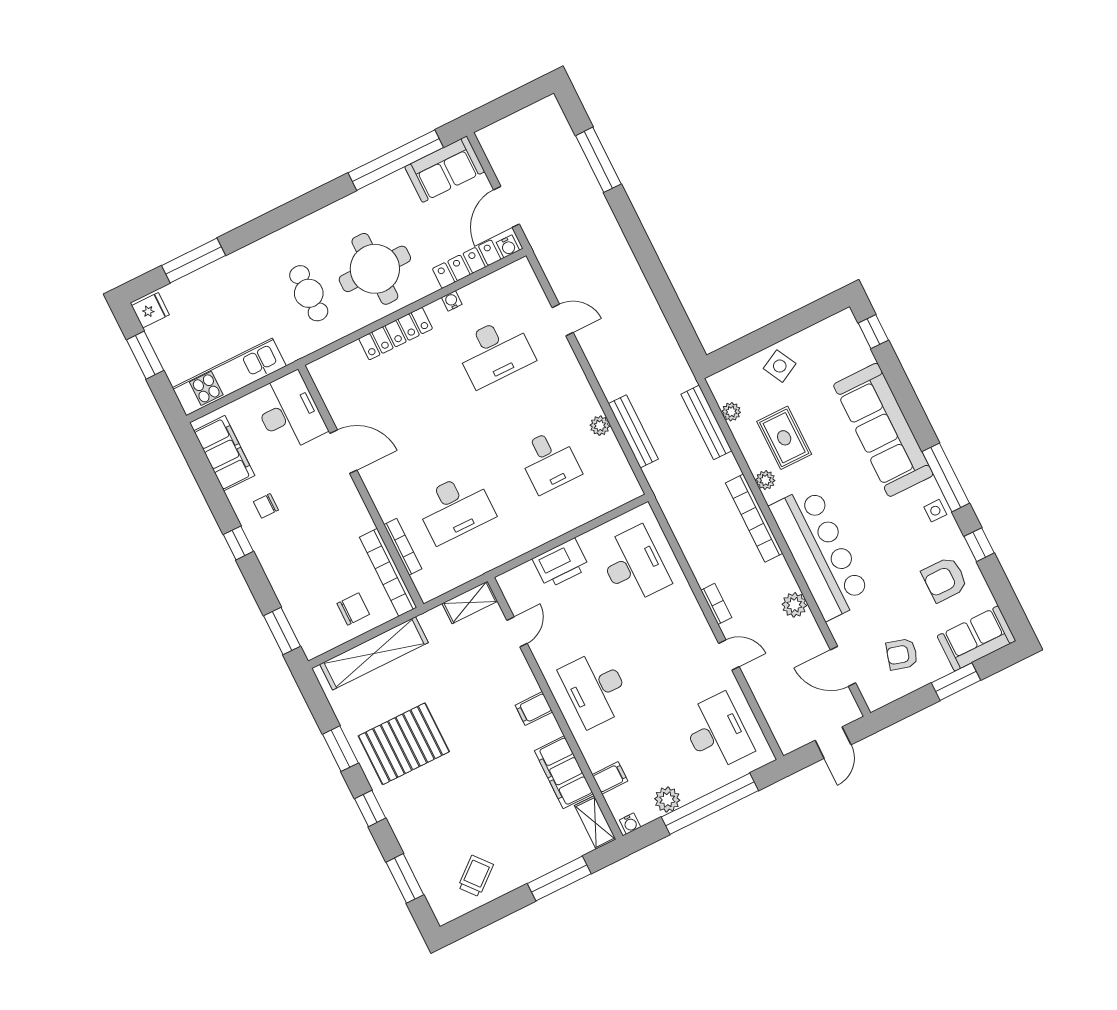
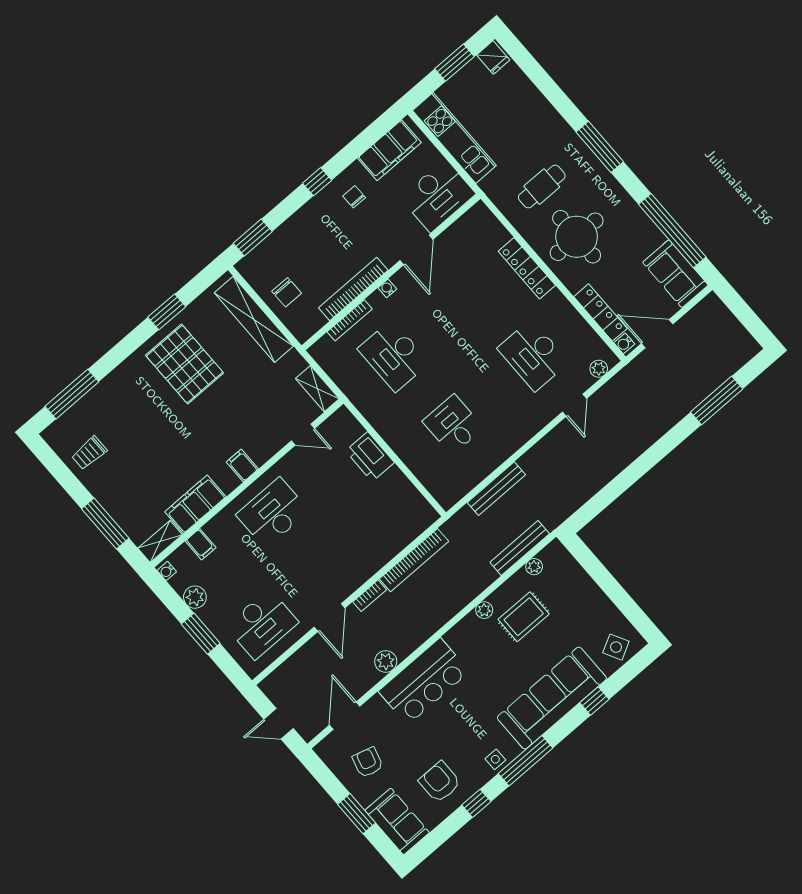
window: (194, 261) -> (600, 147), moved
water cooler: (452, 301) -> (387, 288), moved, turned -90
window: (873, 332) -> (594, 701), moved
side table: (780, 366) -> (616, 647), moved
plant: (600, 426) -> (599, 369), moved
desk: (549, 461) -> (453, 425), turned 90
bookcase: (754, 518) -> (414, 560), moved, turned 180
bar counter: (820, 553) -> (424, 681), width x0.73
desk: (634, 565) -> (384, 518), removed
bookcase: (388, 572) -> (353, 289), moved
door: (729, 655) -> (330, 617), width x1.38
window: (710, 804) -> (201, 634), width x0.47
window: (370, 808) -> (123, 350), removed
trolley: (476, 876) -> (89, 453), turned 130
window: (405, 878) -> (72, 394), width x1.44

